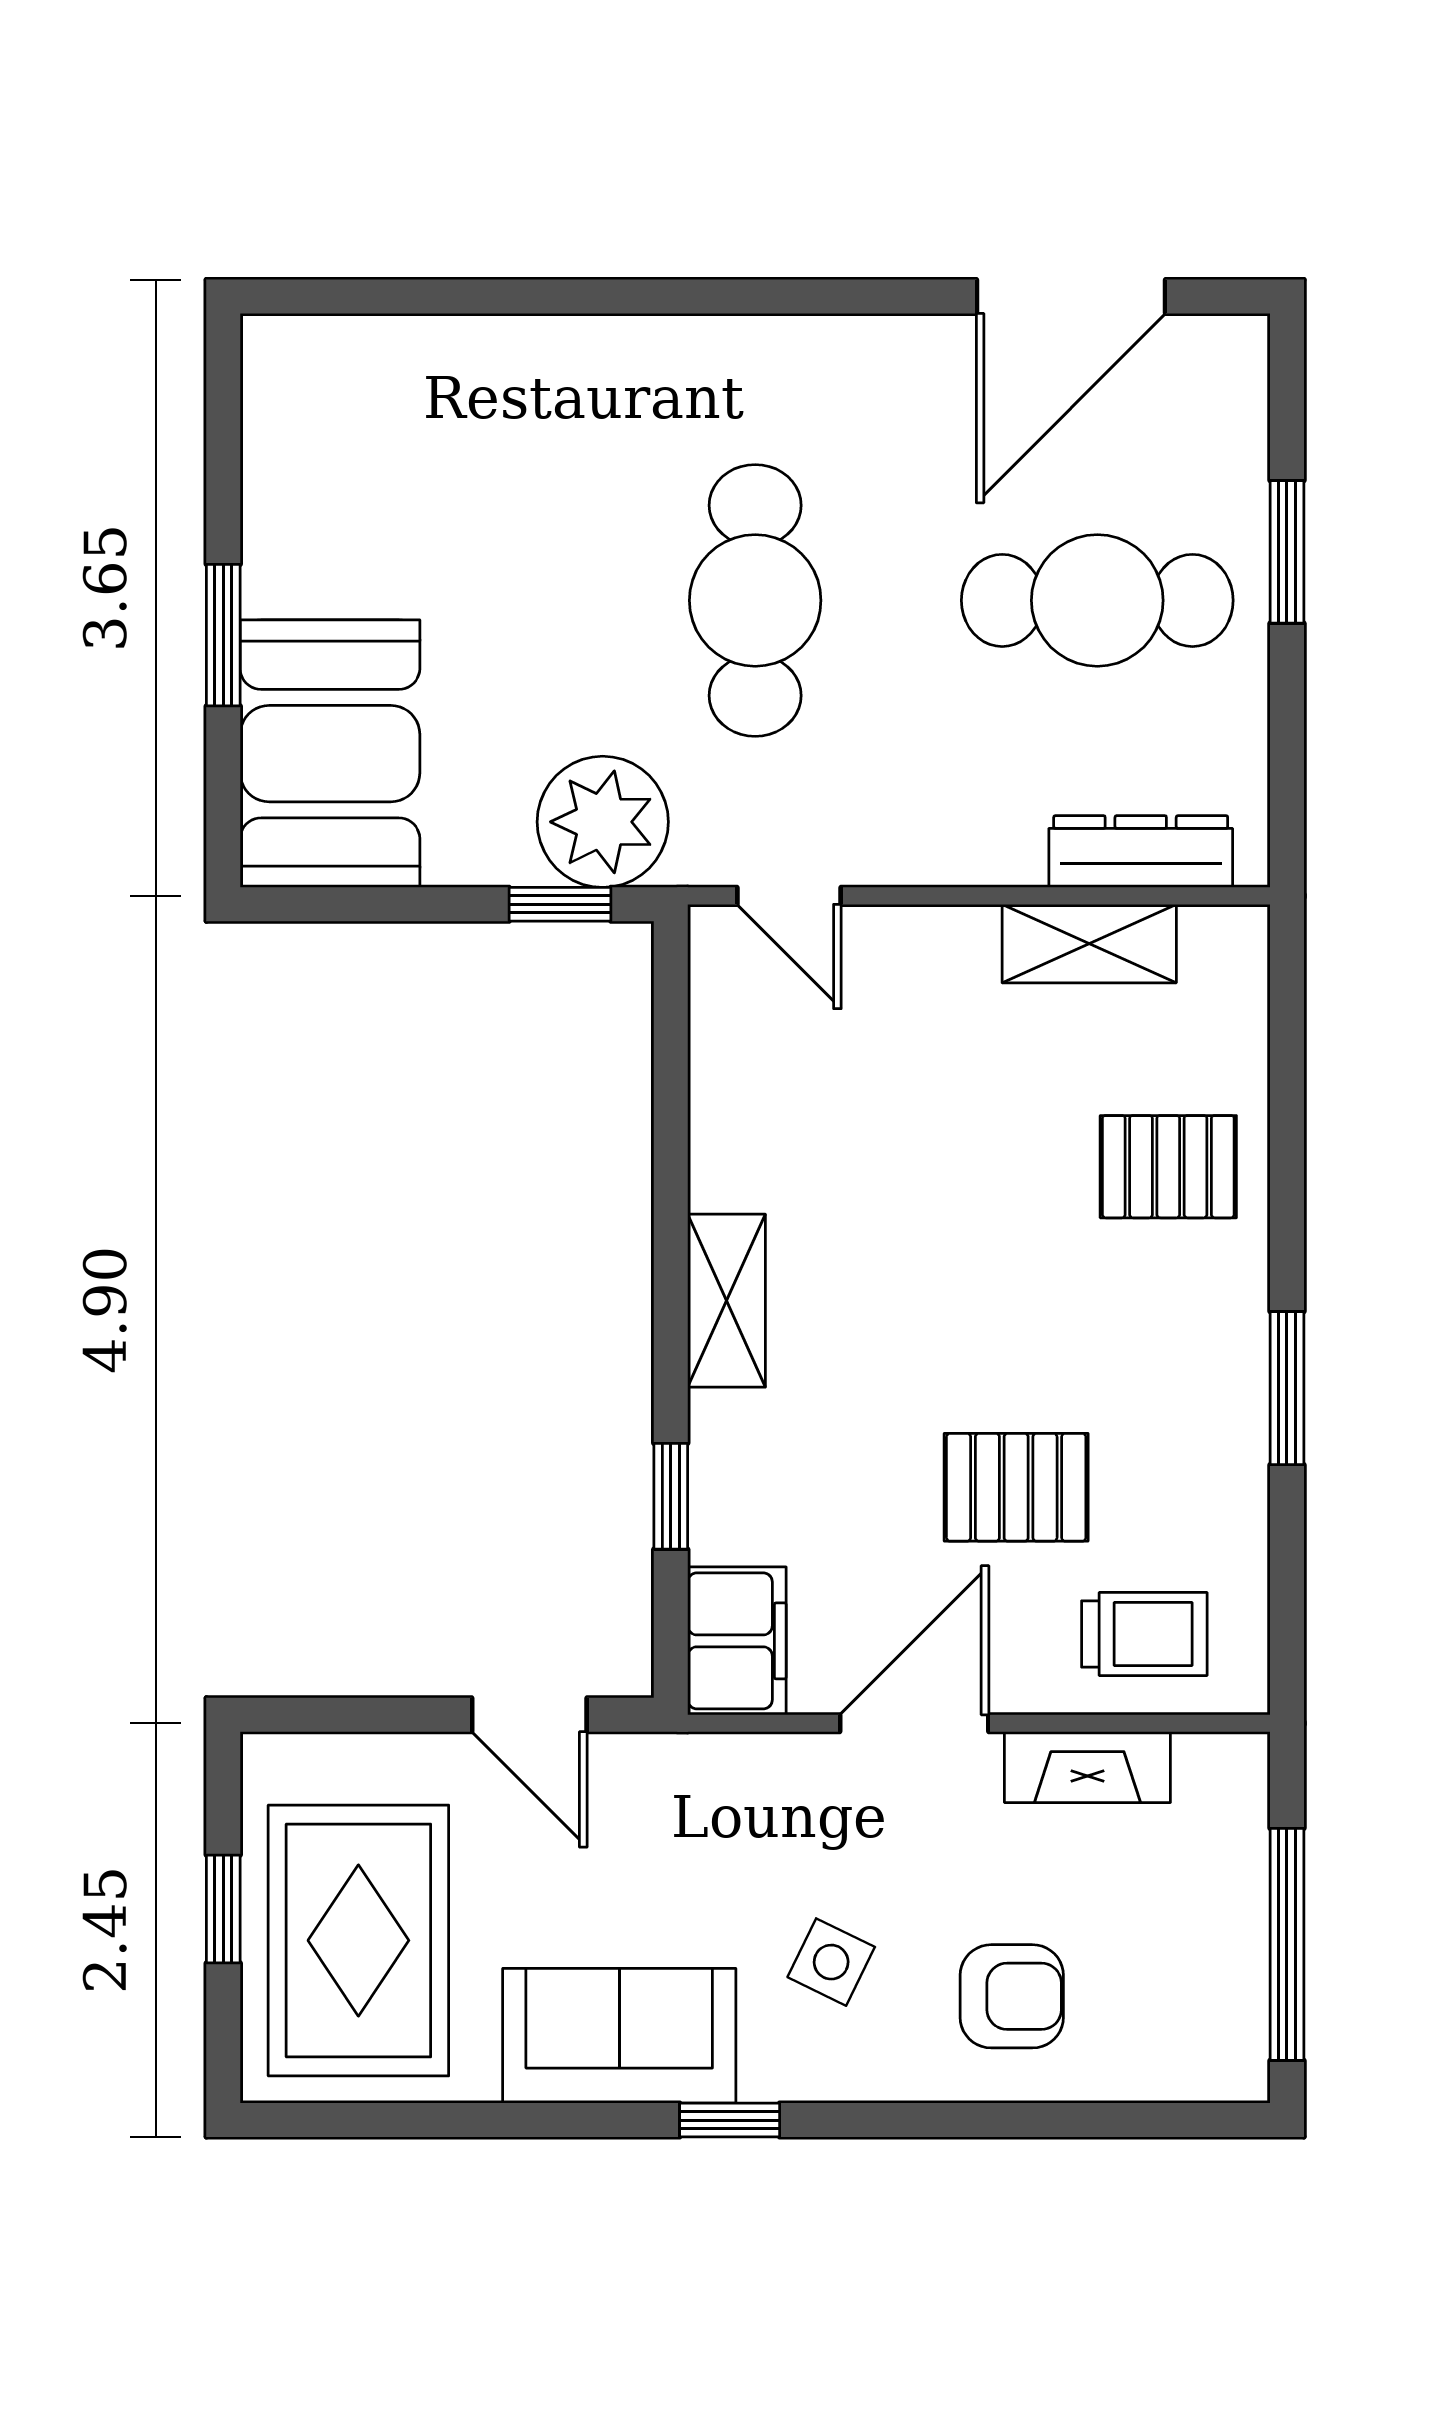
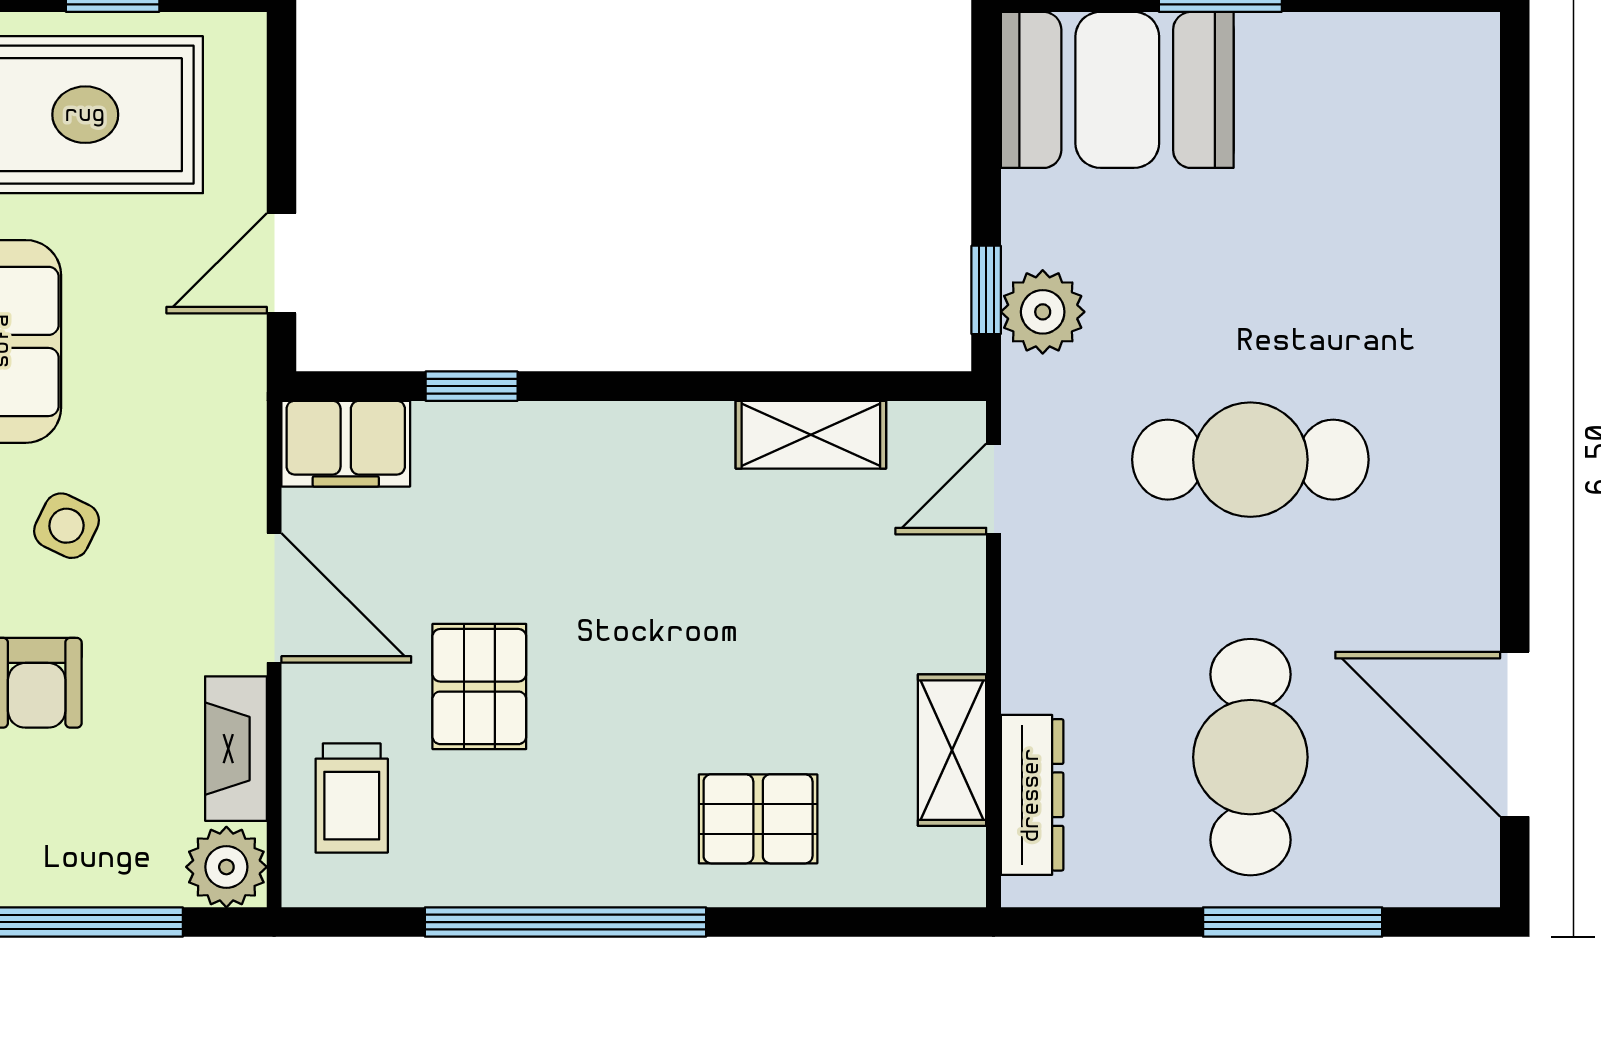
window: (1287, 552) -> (1293, 922), width x1.44
plant: (603, 822) -> (1043, 312), width x0.73, depth x0.73
pallet: (1168, 1167) -> (758, 819), turned 90
shelving: (727, 1301) -> (811, 435), moved
window: (1287, 1388) -> (566, 922), width x2.11
plant: (1224, 1778) -> (226, 867), added

